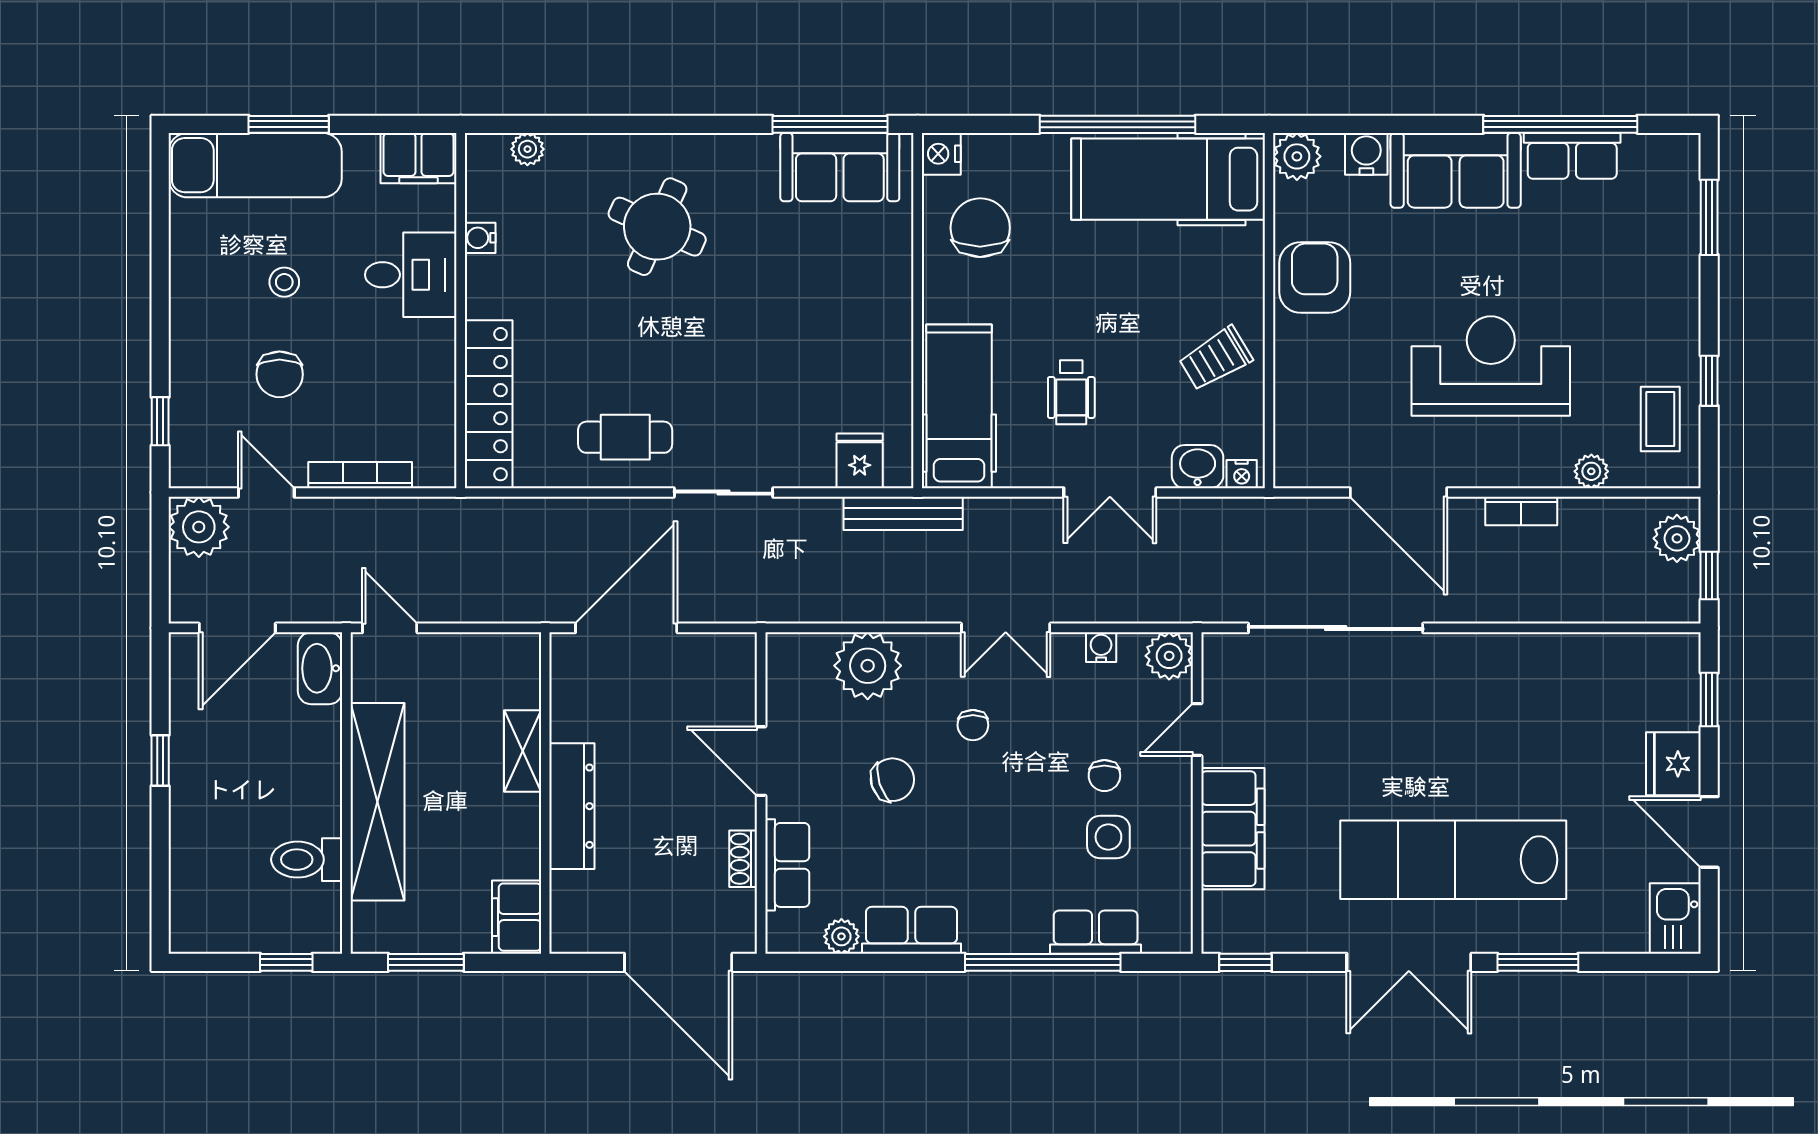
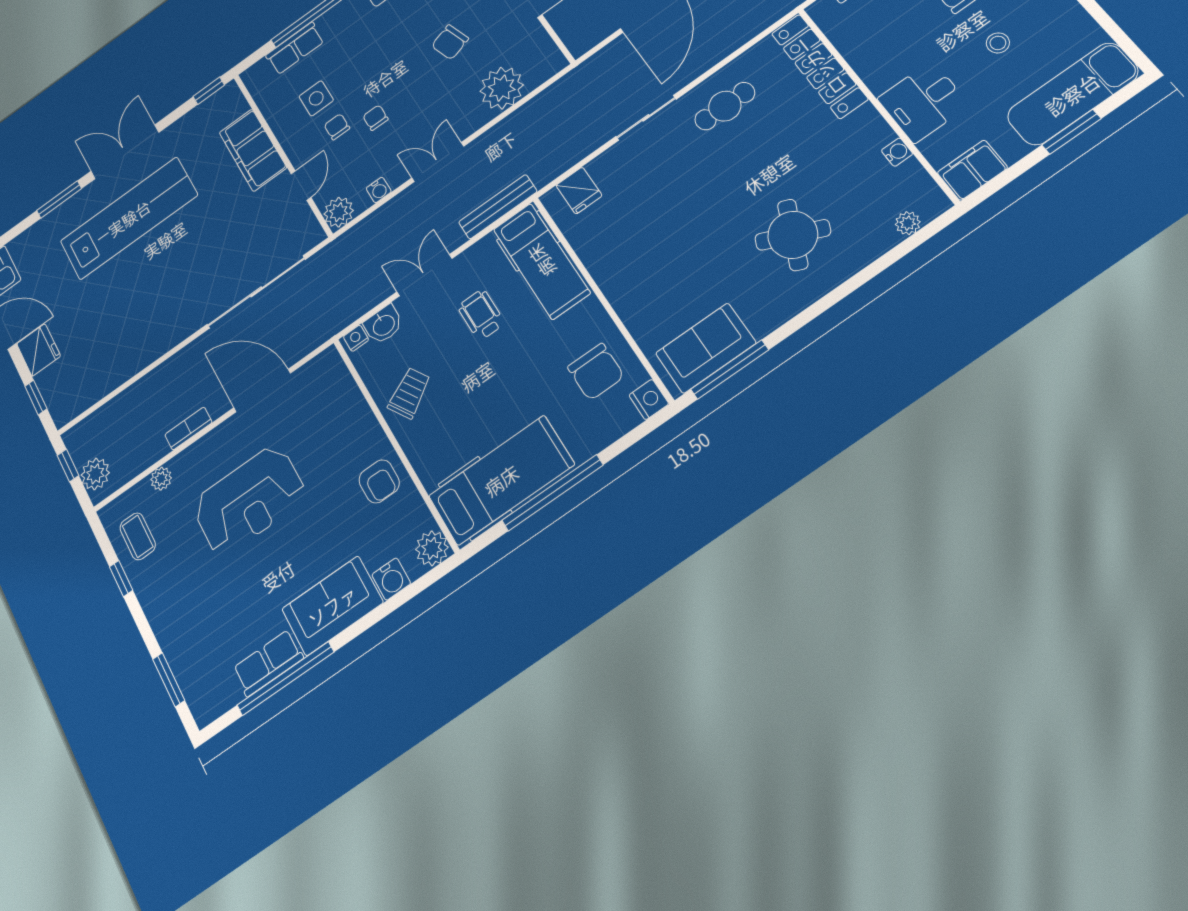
armchair: (1315, 277) -> (379, 481), width x0.72, depth x0.72
bench: (903, 513) -> (498, 207), moved
chair: (973, 725) -> (375, 118), moved

